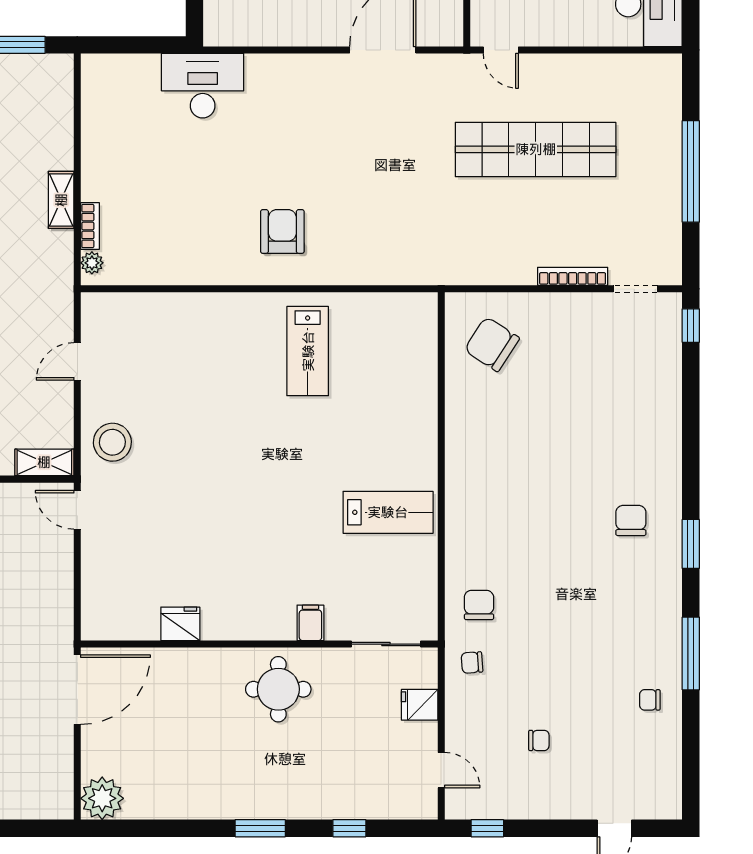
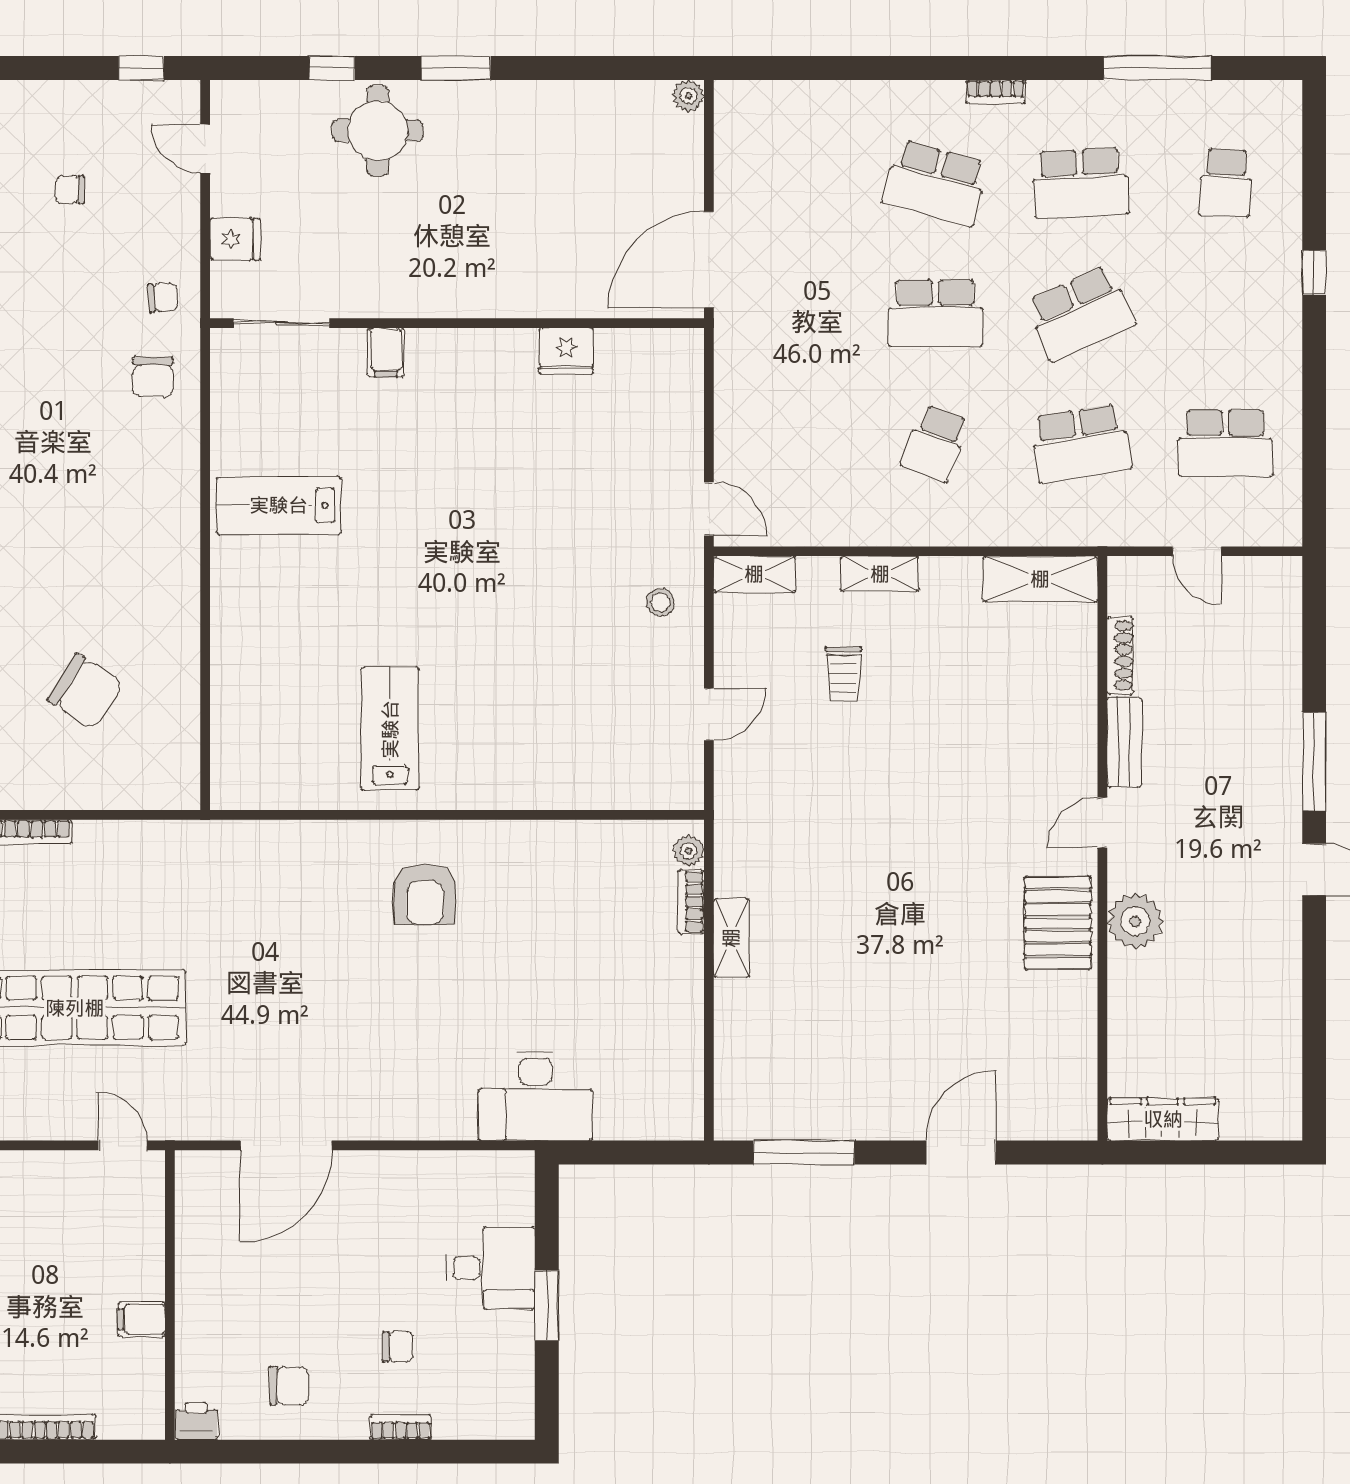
chair: (492, 344) -> (85, 691), moved
stool: (112, 442) -> (660, 602), width x0.53, depth x0.53
round table: (278, 689) -> (378, 131), moved
plant: (102, 798) -> (688, 96), width x0.53, depth x0.53

